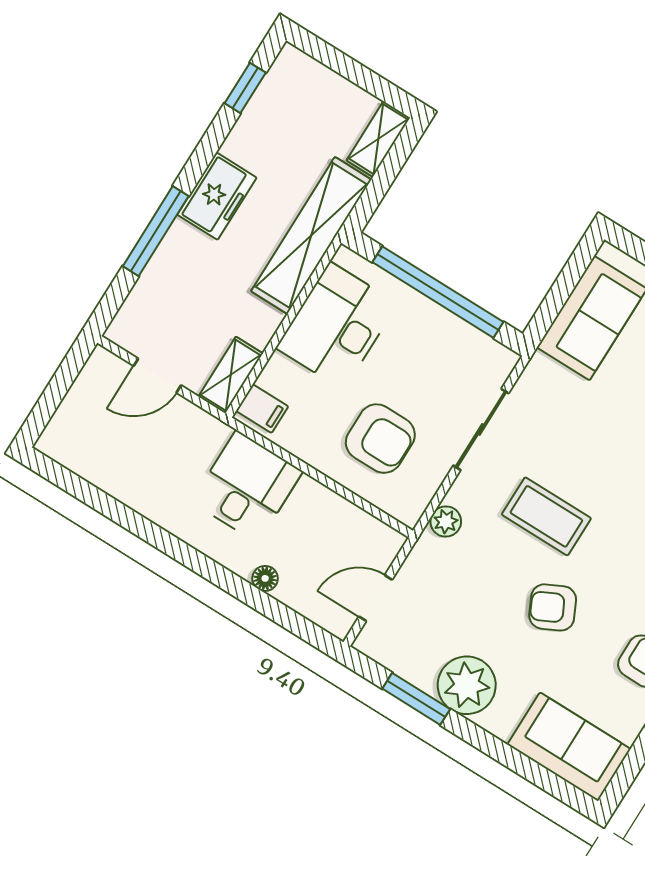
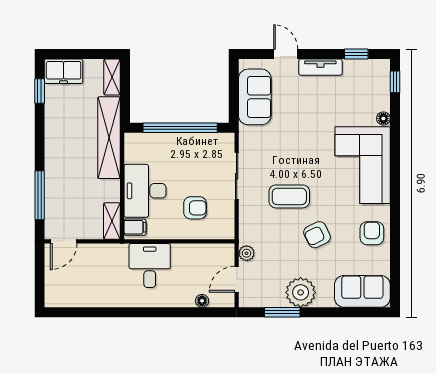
freezer: (217, 196) -> (64, 71), moved, turned 90
window: (156, 231) -> (40, 195), moved
desk: (337, 326) -> (145, 191), moved
door: (157, 376) -> (64, 241), moved
armchair: (380, 439) -> (195, 208), width x0.72, depth x0.72
plant: (446, 521) -> (247, 253), moved
floor lamp: (265, 578) -> (202, 301), moved

